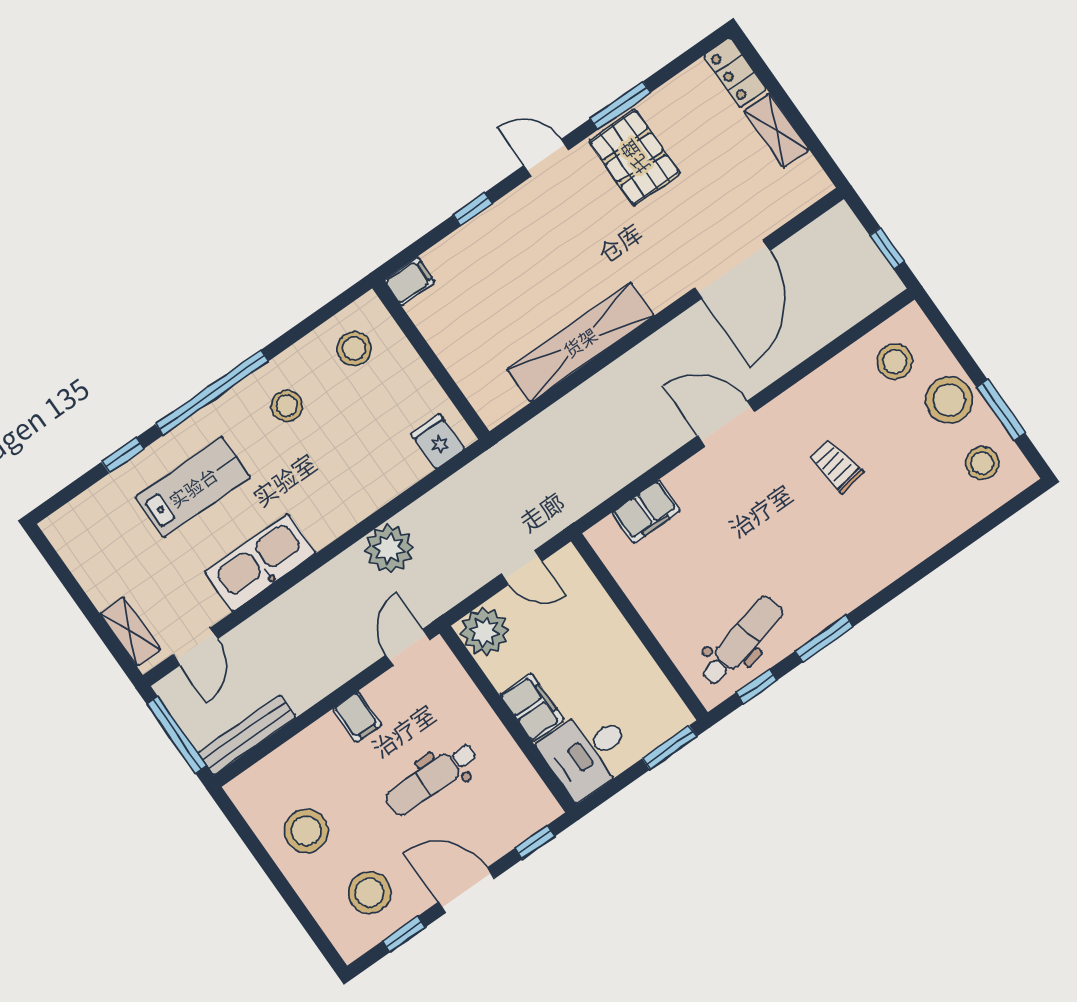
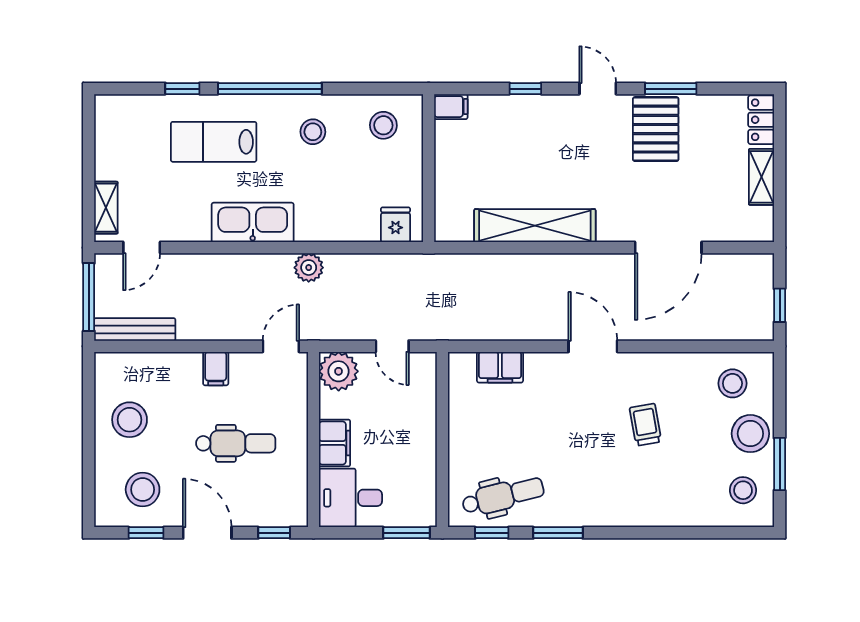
lab bench: (193, 487) -> (214, 142), turned 180
plant: (389, 549) -> (309, 268), width x0.73, depth x0.73
kitchen sink: (260, 563) -> (253, 222), moved
dental chair: (431, 779) -> (236, 443), turned 180

